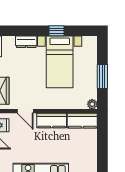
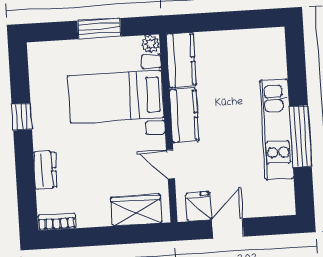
bed with nightstands: (60, 62) -> (116, 97), moved, turned 180
door: (25, 111) -> (170, 164), swing flipped

